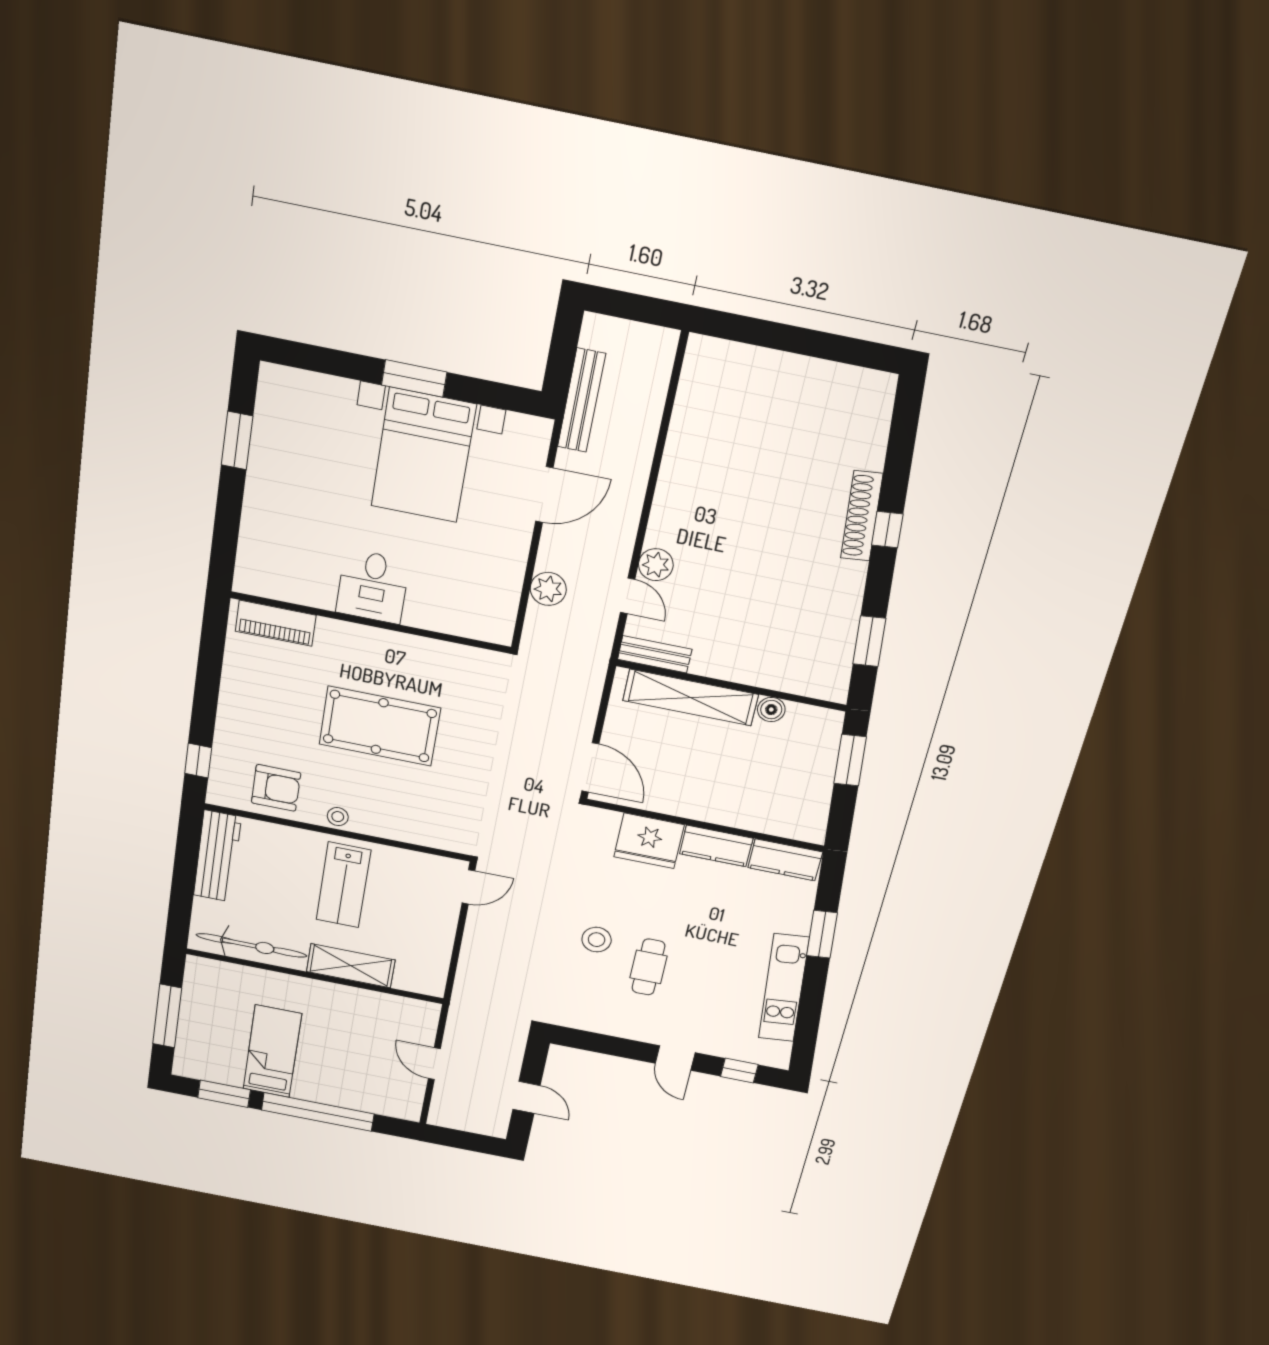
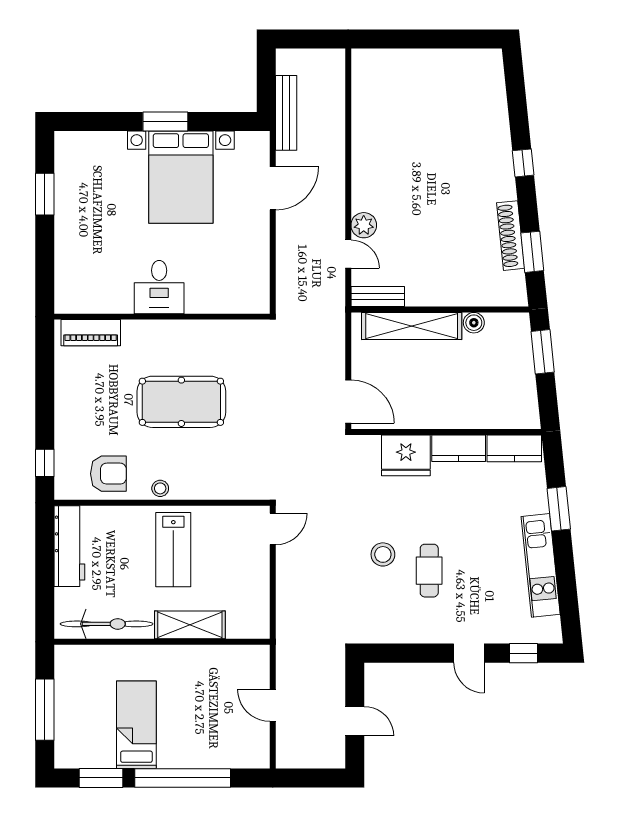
shoe rack: (862, 516) -> (511, 236), moved
plant: (548, 589) -> (289, 261), removed

